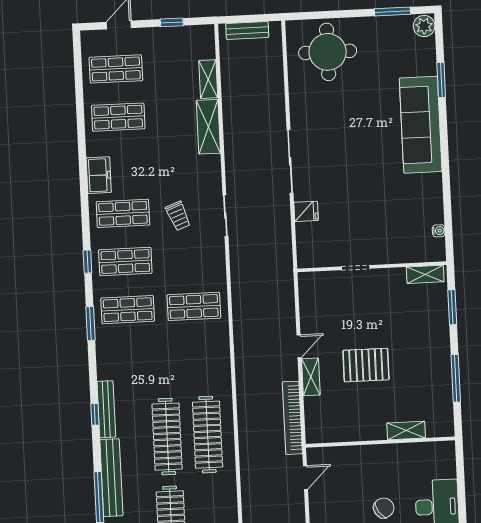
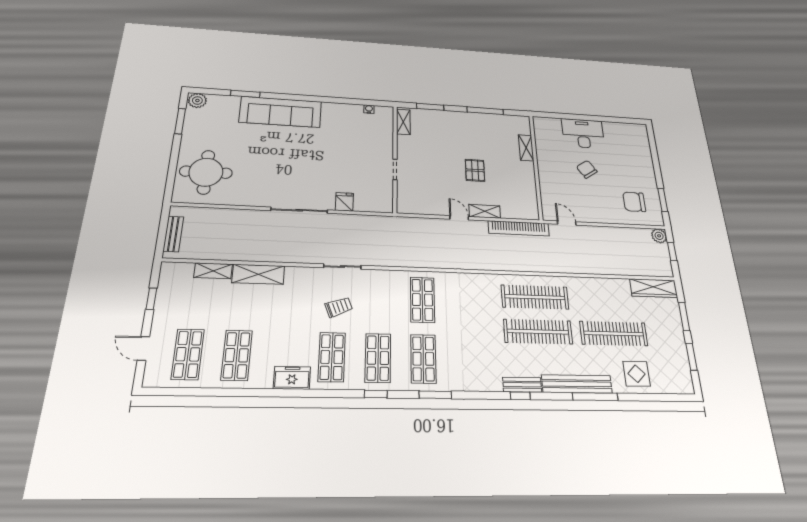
pallet: (366, 365) -> (475, 170), width x0.67, depth x0.71
bench: (106, 409) -> (522, 385), width x0.73

